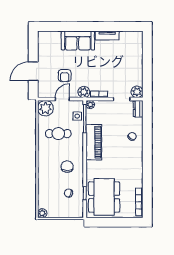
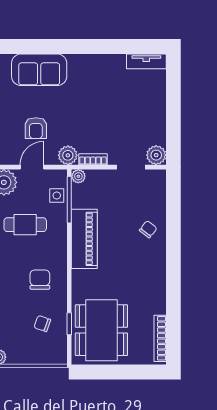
tv unit: (107, 35) -> (146, 61), moved
sofa: (78, 41) -> (39, 70), moved
dresser: (138, 109) -> (158, 183), removed

